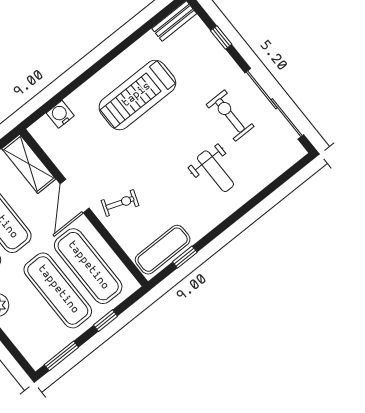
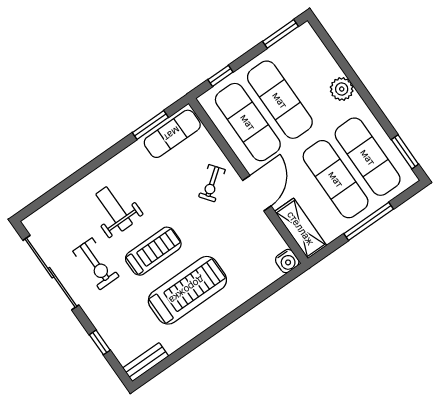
water cooler: (60, 114) -> (287, 261), moved
treadmill: (174, 132) -> (153, 251), added
exercise bike: (120, 203) -> (212, 183), turned -57
window: (185, 257) -> (150, 125), width x1.50
window: (105, 321) -> (220, 76), moved

